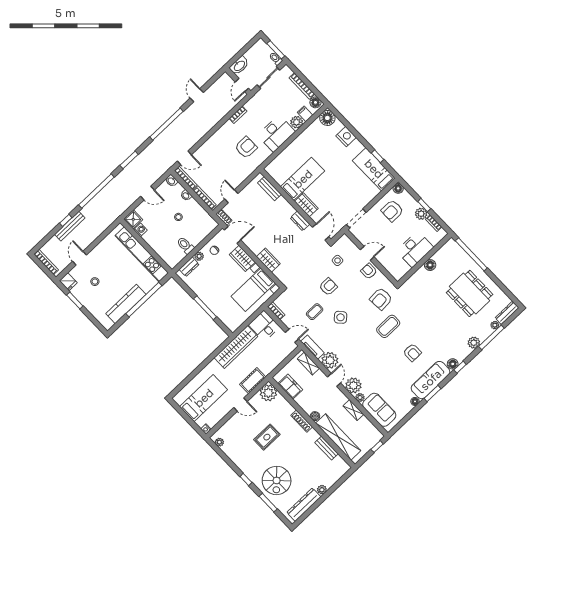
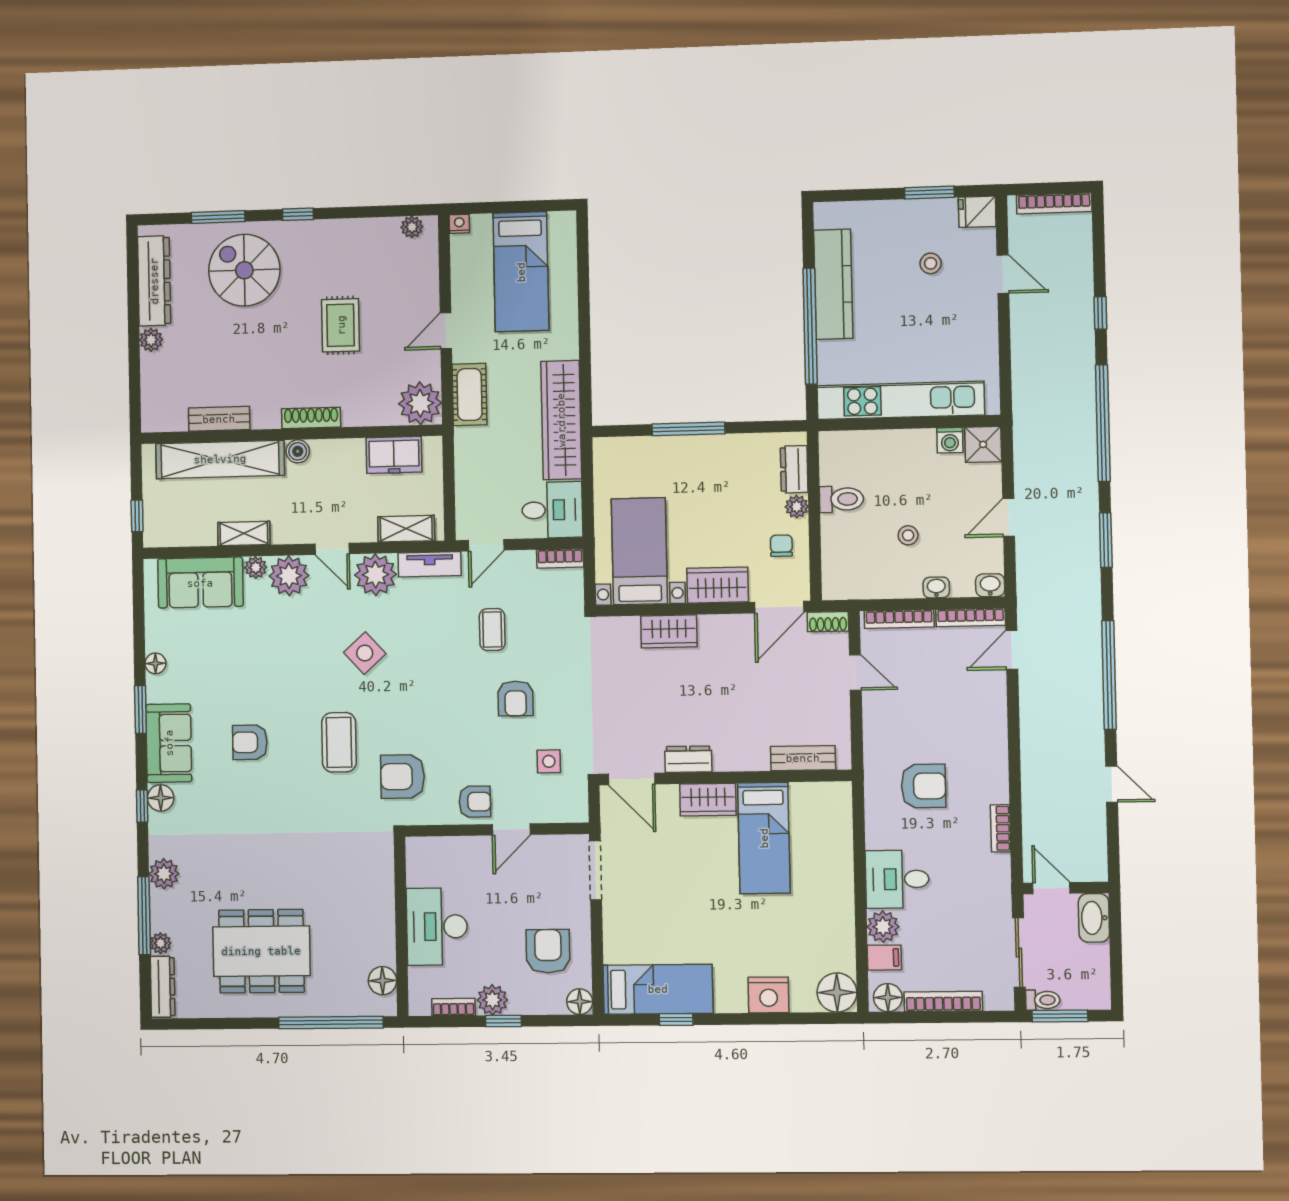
desk: (276, 133) -> (897, 879), width x0.73
armchair: (246, 147) -> (923, 786), turned -90
bench: (70, 226) -> (1082, 311), removed
floor lamp: (430, 265) -> (382, 981), moved
armchair: (381, 299) -> (403, 776), turned -86
side table: (340, 317) -> (365, 653), moved
sofa: (431, 380) -> (169, 743), width x0.73

